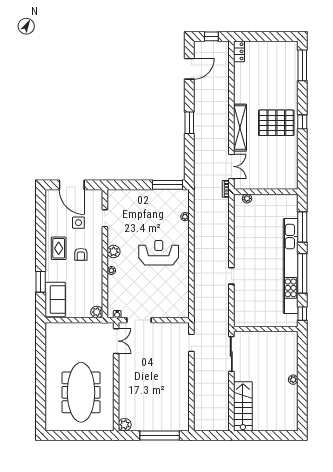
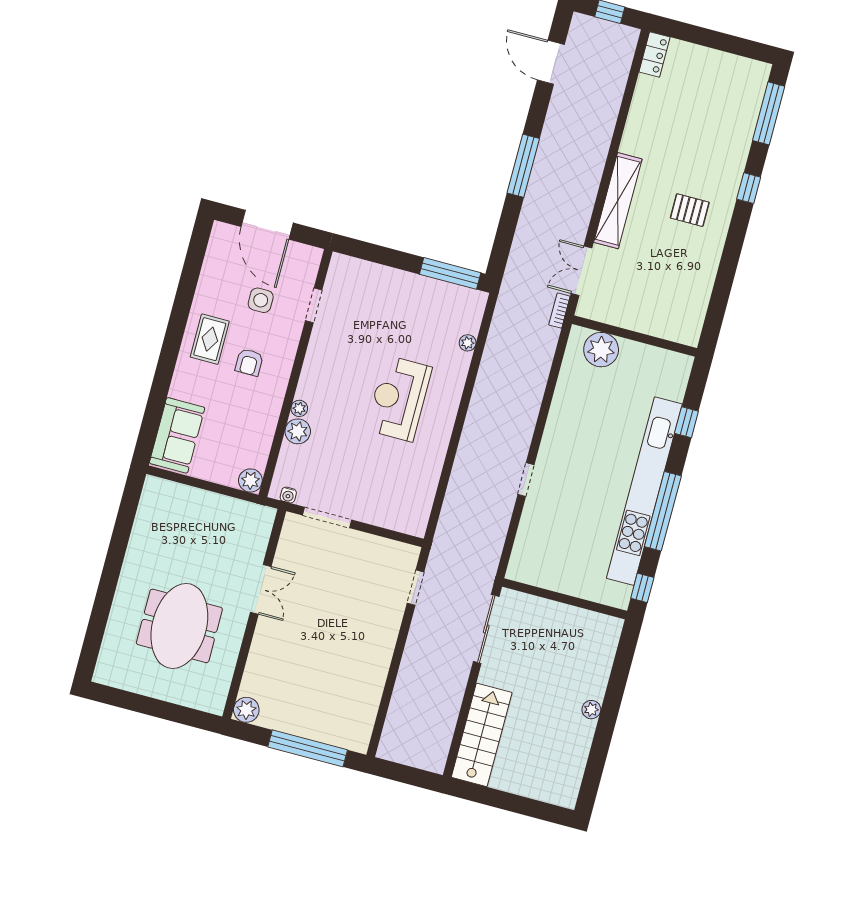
door: (189, 69) -> (551, 62), swing flipped
window: (302, 122) -> (749, 188), moved
window: (189, 123) -> (523, 166), width x1.44
pallet: (276, 123) -> (690, 210), width x0.49, depth x0.50
double door: (231, 166) -> (582, 271), swing flipped
plant: (247, 198) -> (601, 350), width x1.88, depth x1.88
window: (302, 227) -> (686, 422), width x0.46
plant: (114, 252) -> (298, 431), moved
reception desk: (159, 253) -> (399, 399), turned -90
window: (41, 282) -> (158, 394), removed
double door: (116, 341) -> (261, 589), moved
meeting table: (81, 392) -> (179, 626), width x0.73

